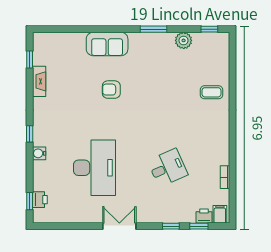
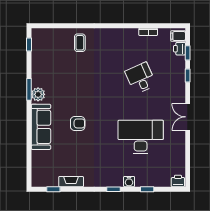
plant: (184, 40) -> (38, 94), moved
sofa: (107, 44) -> (41, 127), width x1.36
armchair: (111, 90) -> (78, 123), turned -90
printer: (40, 200) -> (178, 181), moved
window: (30, 201) -> (147, 189), moved

